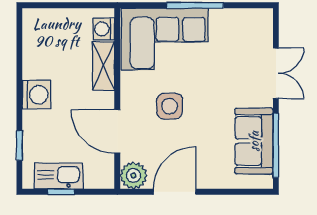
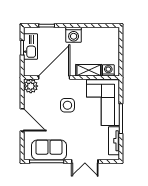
tv unit: (237, 18) -> (114, 141), added
door: (117, 131) -> (54, 78), width x1.36
door: (175, 192) -> (22, 120), moved

